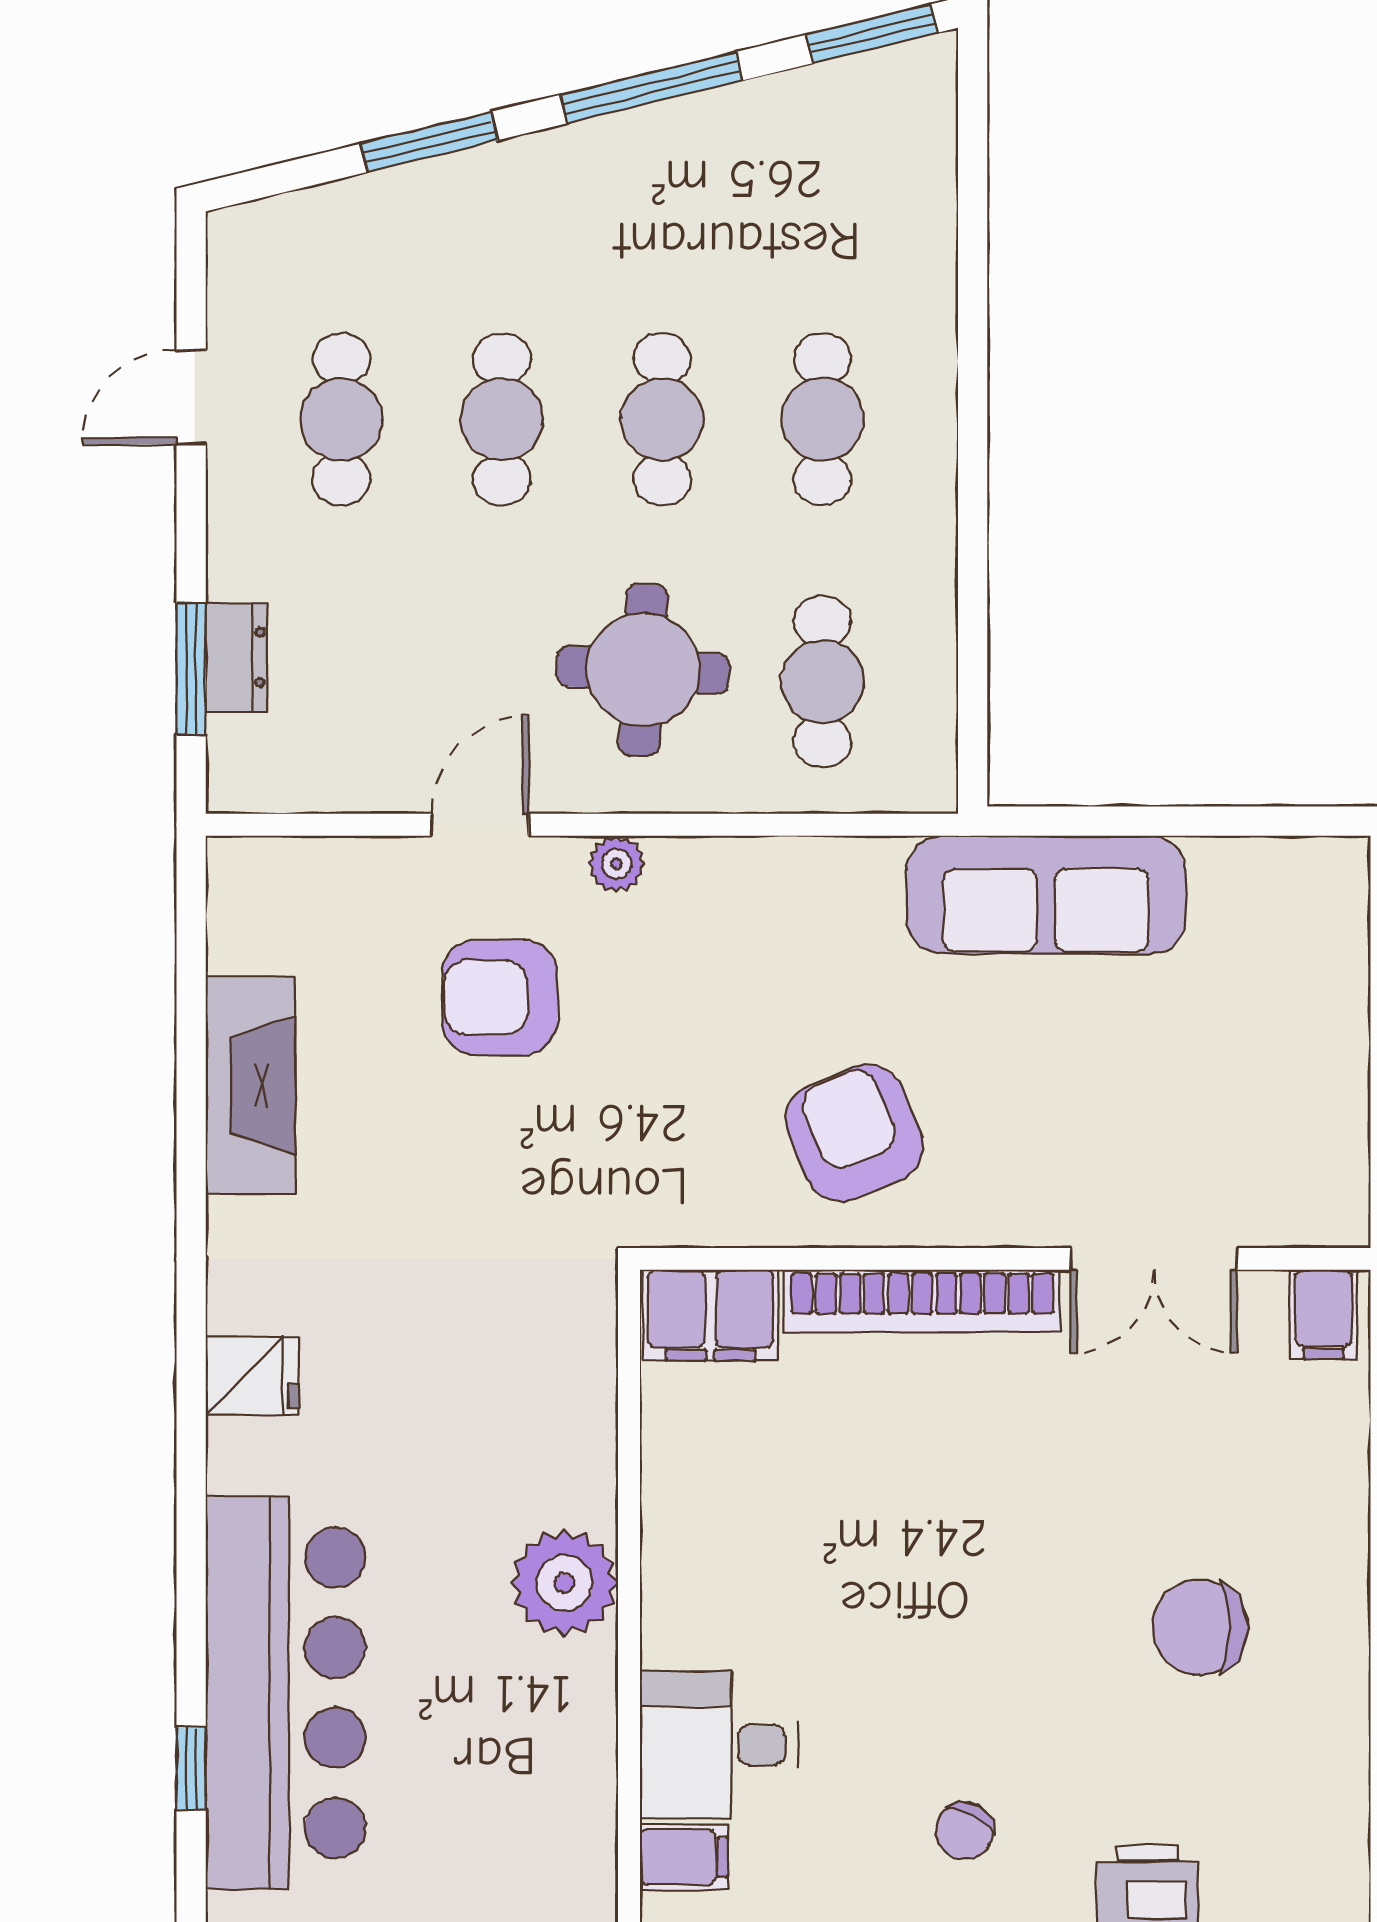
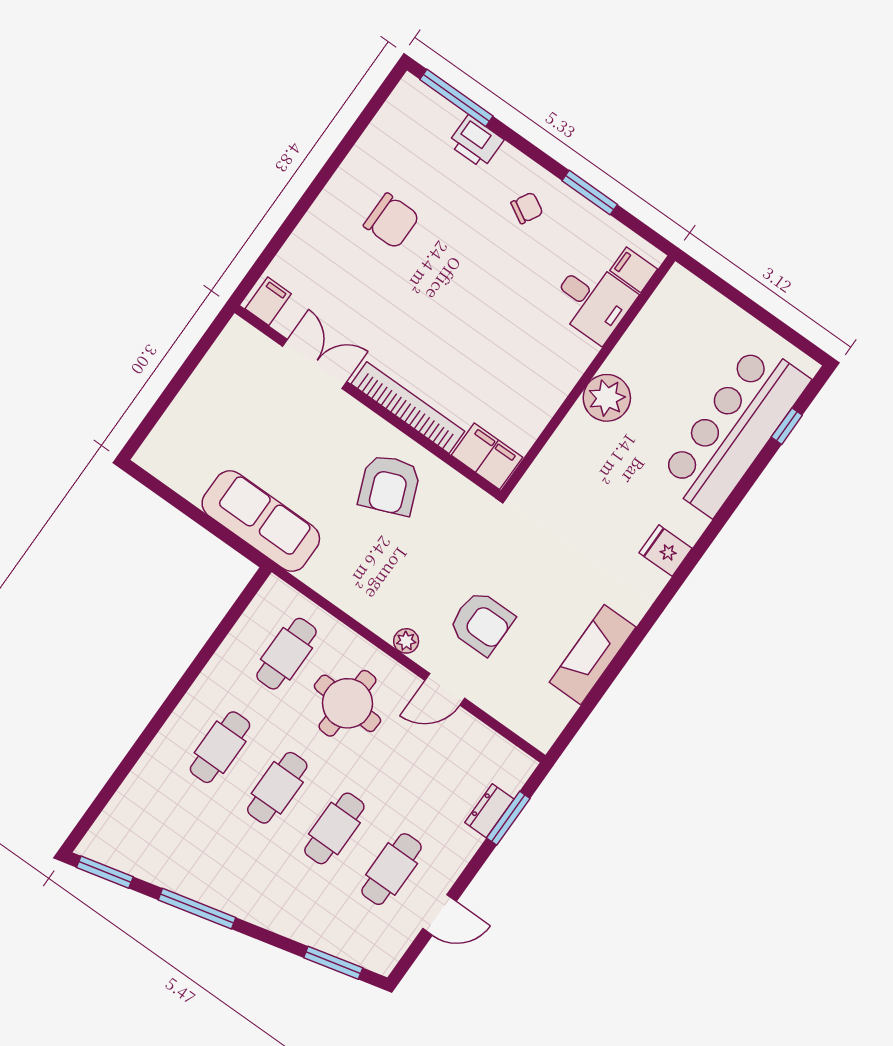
window: (429, 142) -> (333, 963), moved

